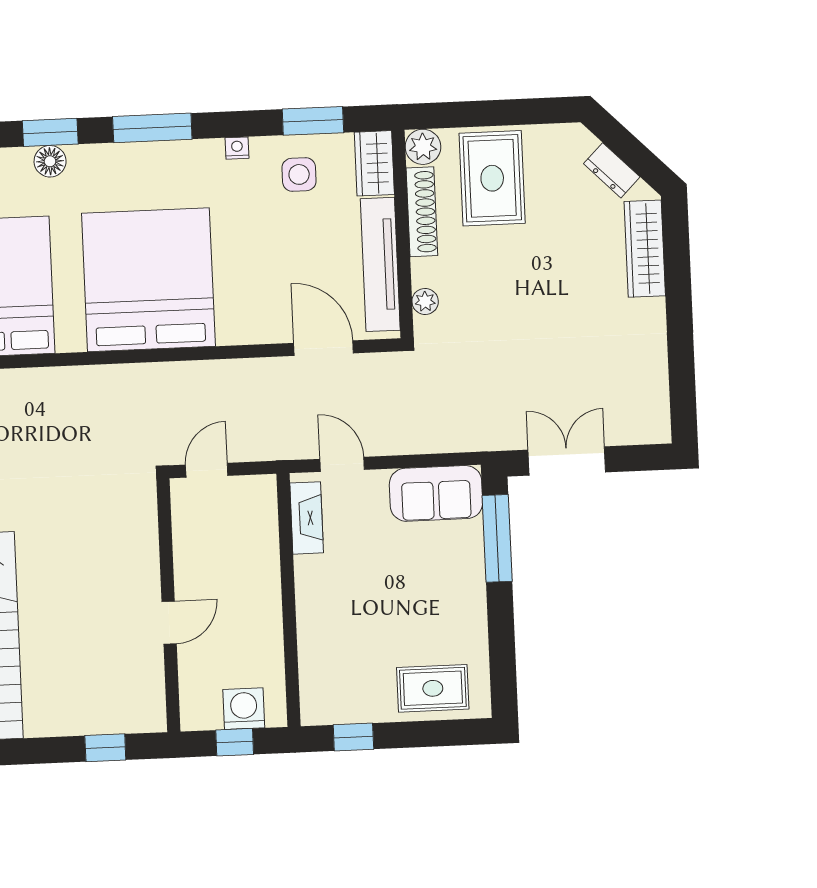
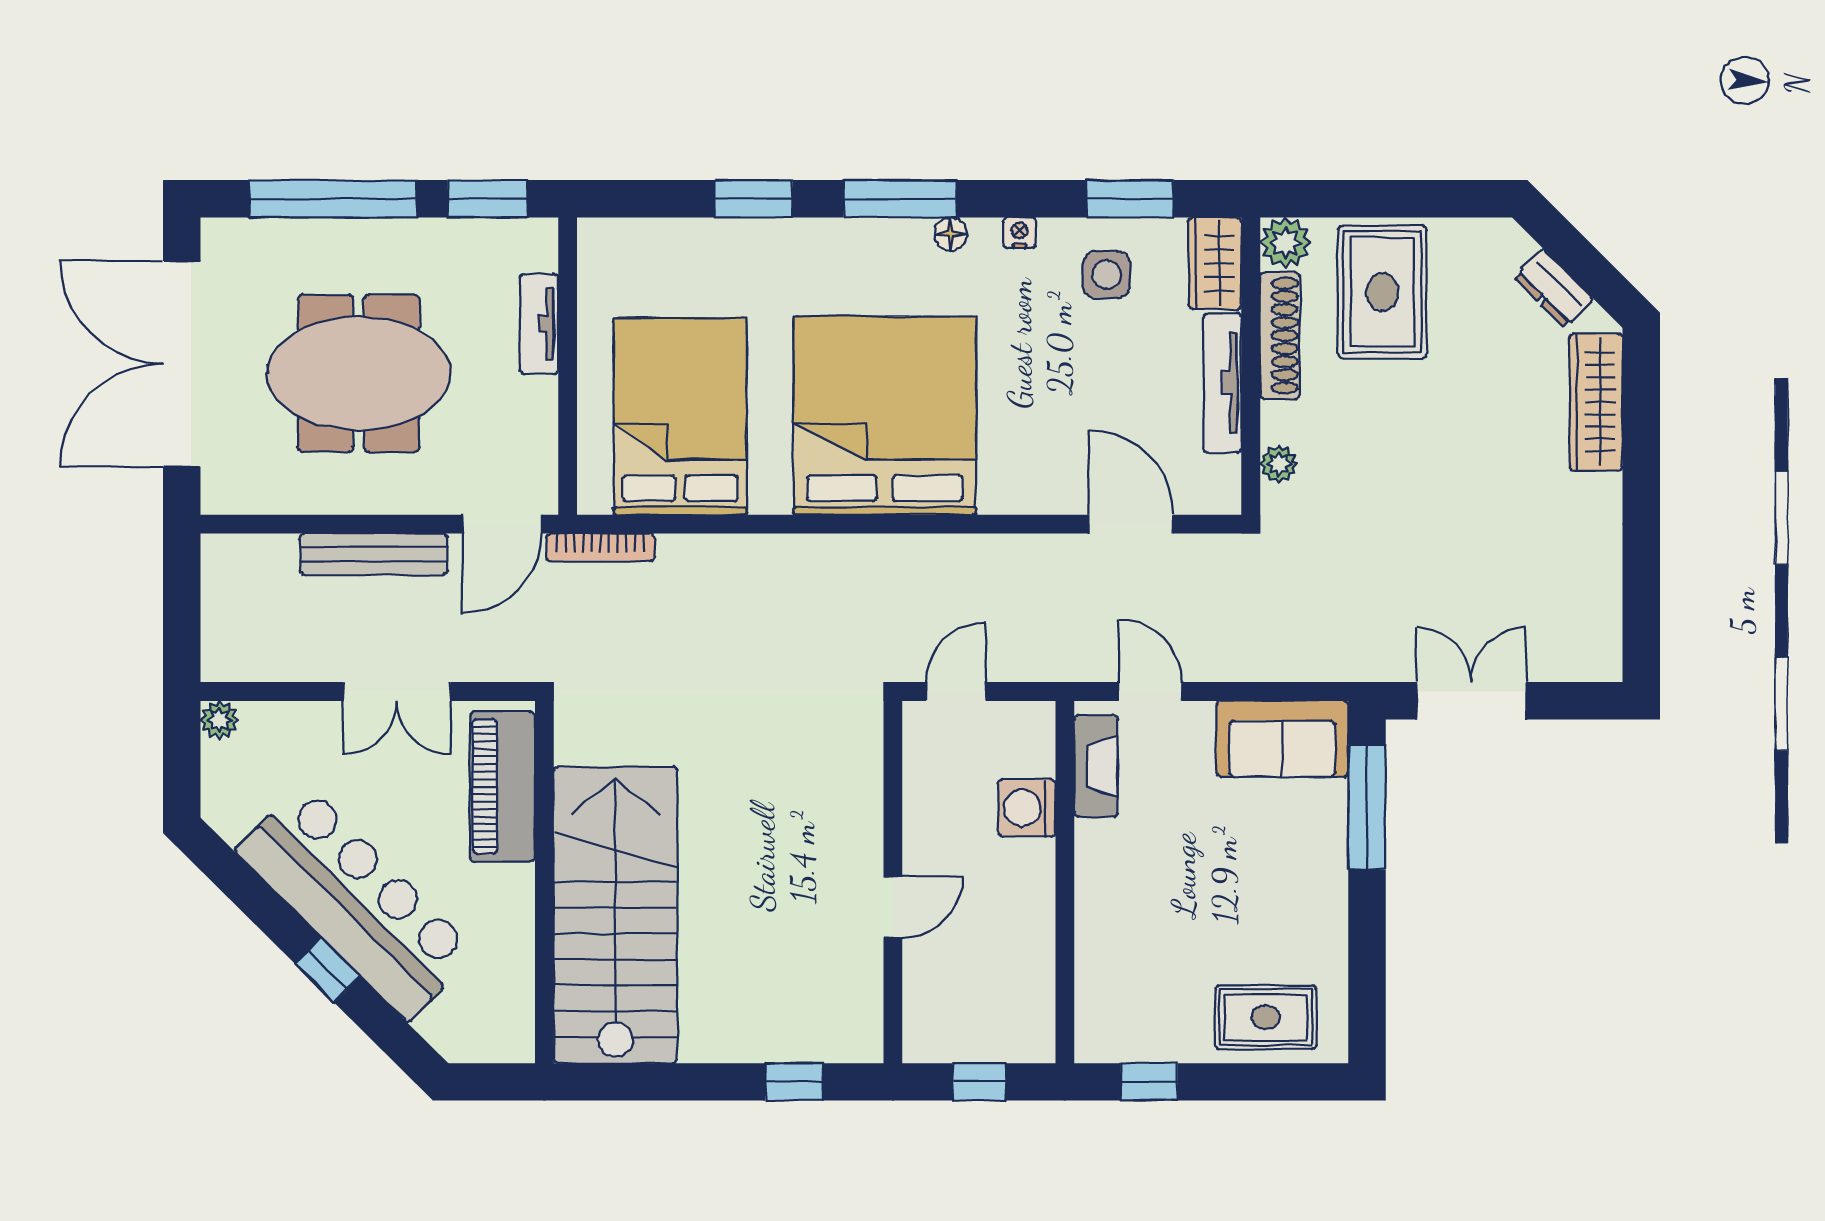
floor lamp: (50, 161) -> (951, 234), moved, width x0.73, depth x0.73
tv unit: (380, 264) -> (1222, 383), width x0.73, depth x0.78
washing machine: (244, 709) -> (1027, 808), moved, turned -90

